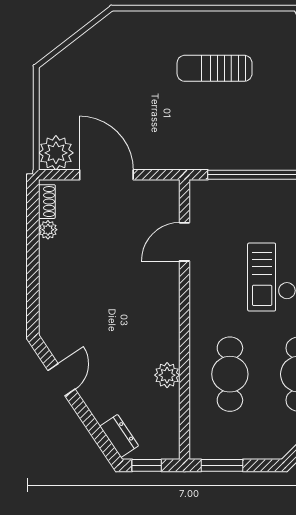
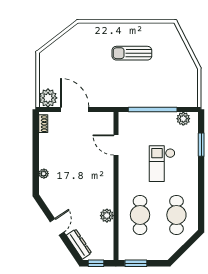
plant: (48, 230) -> (44, 174), moved
door: (184, 242) -> (116, 145), hinge flipped
door: (62, 380) -> (57, 227), moved
dresser: (119, 436) -> (79, 244), width x1.44

